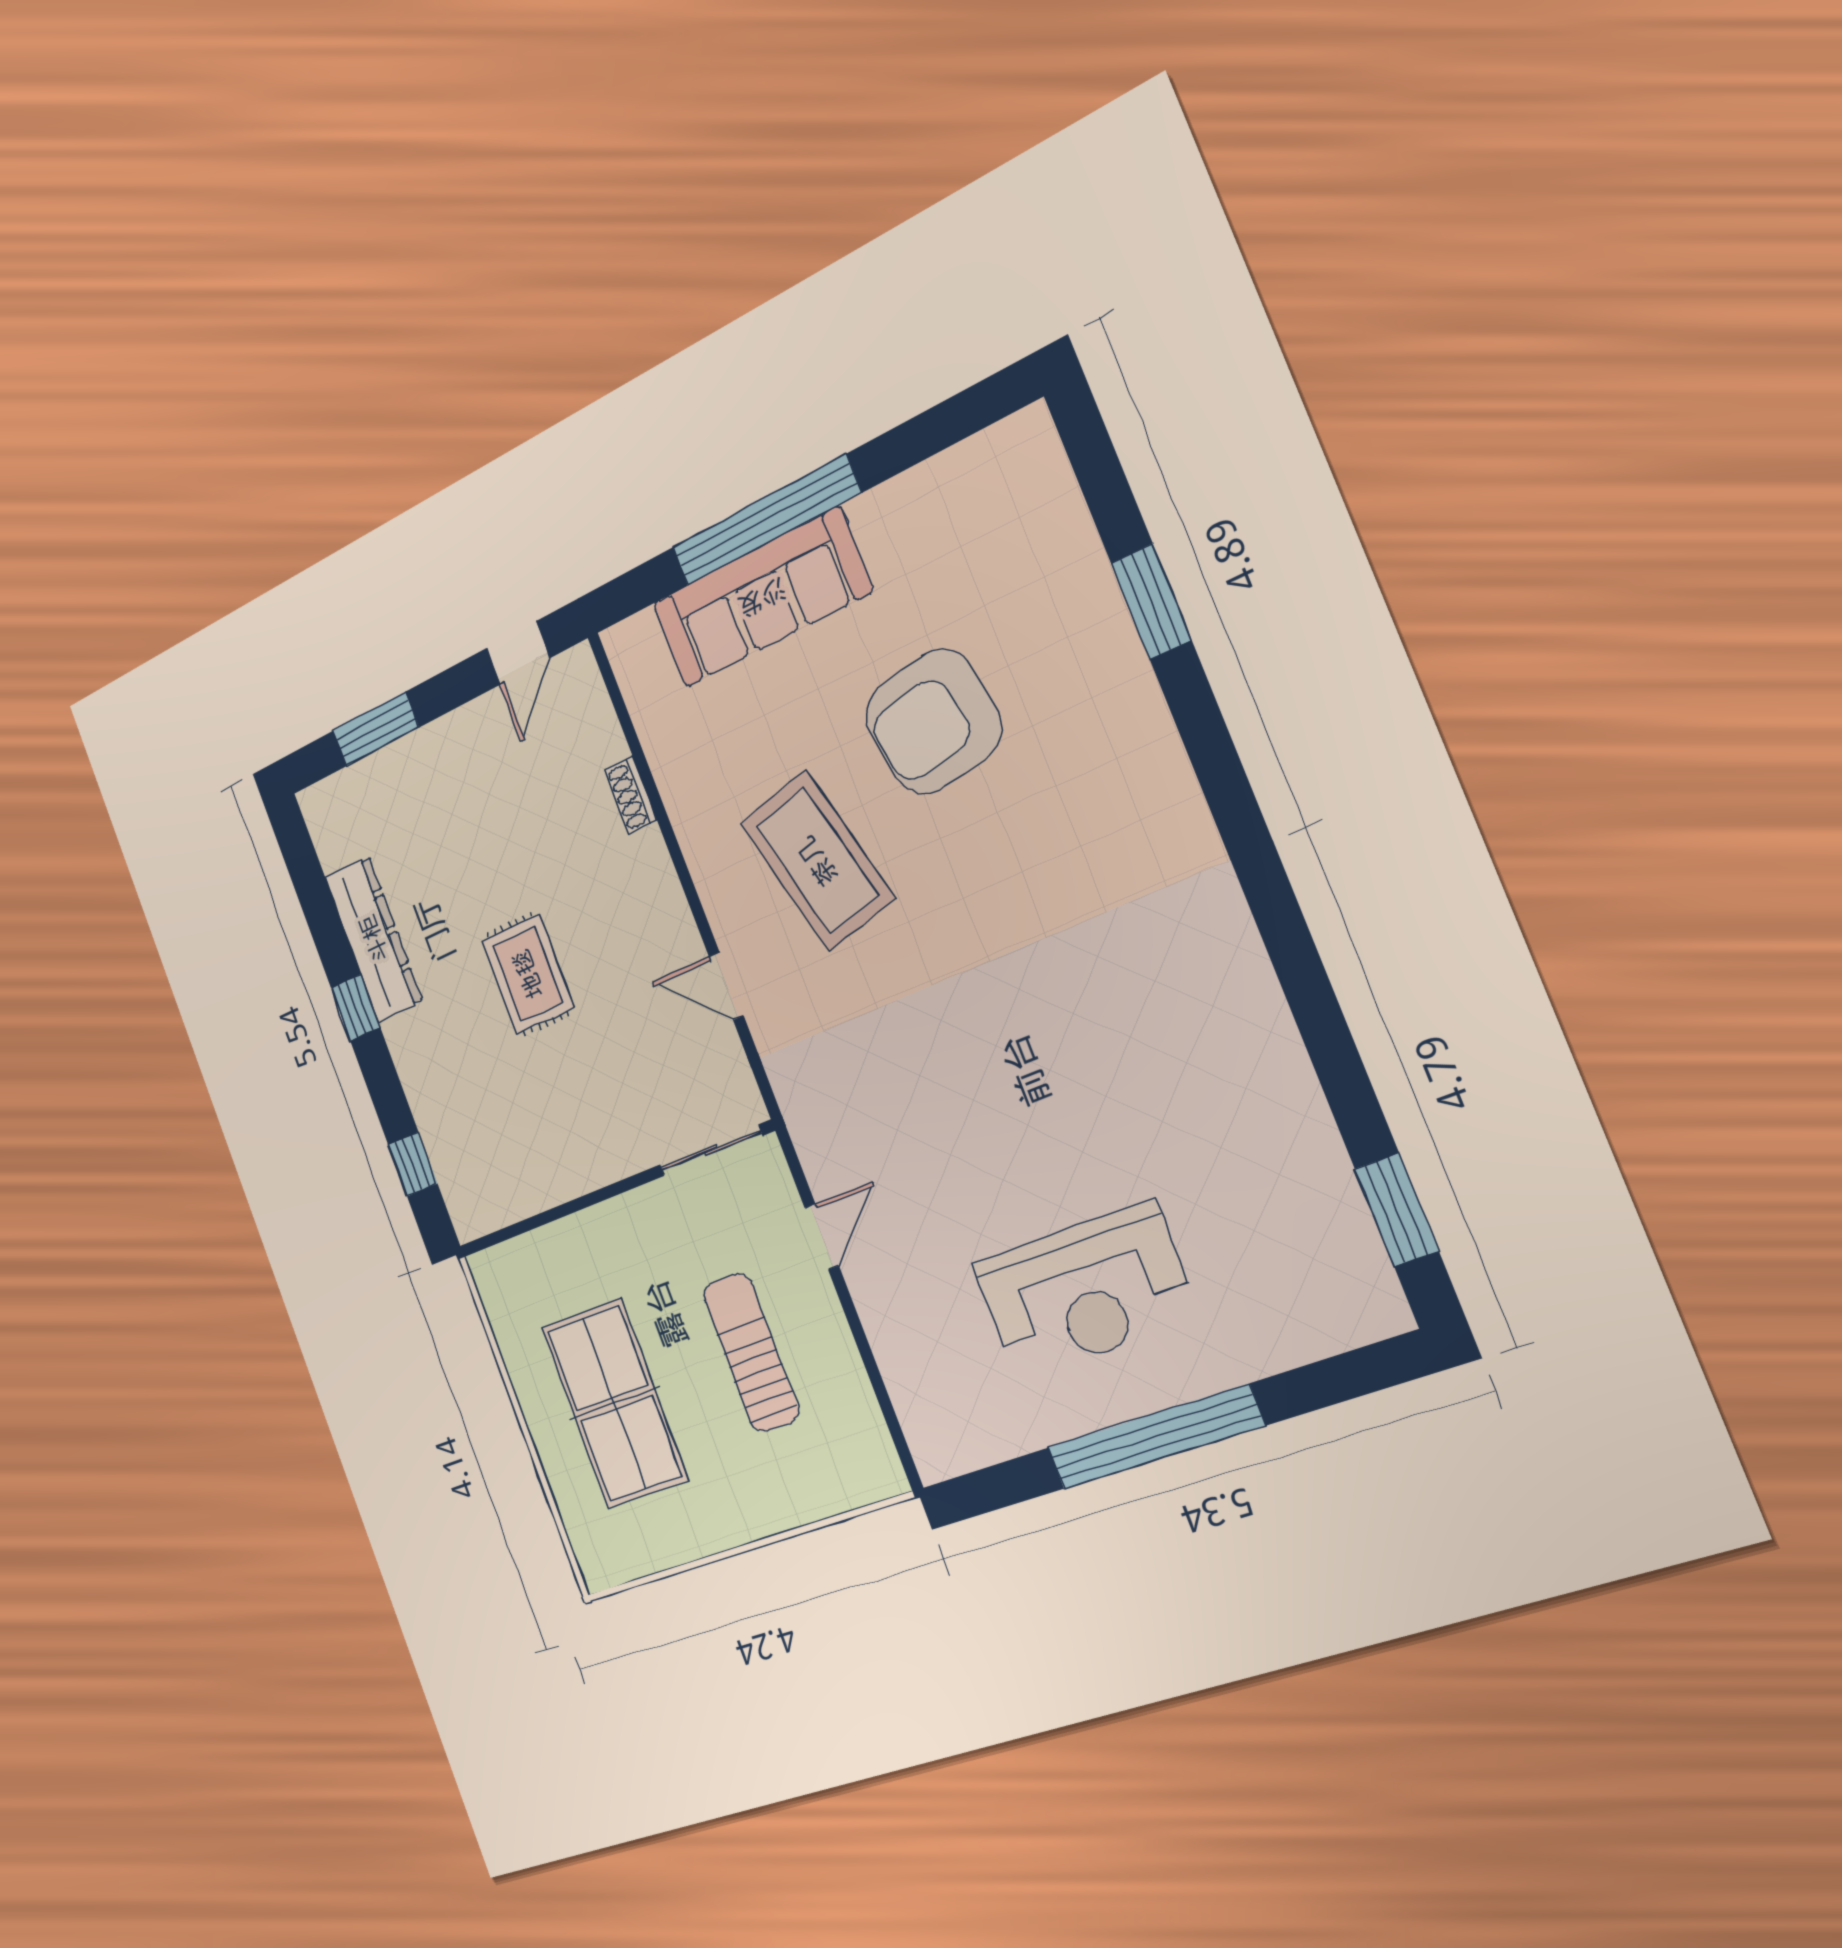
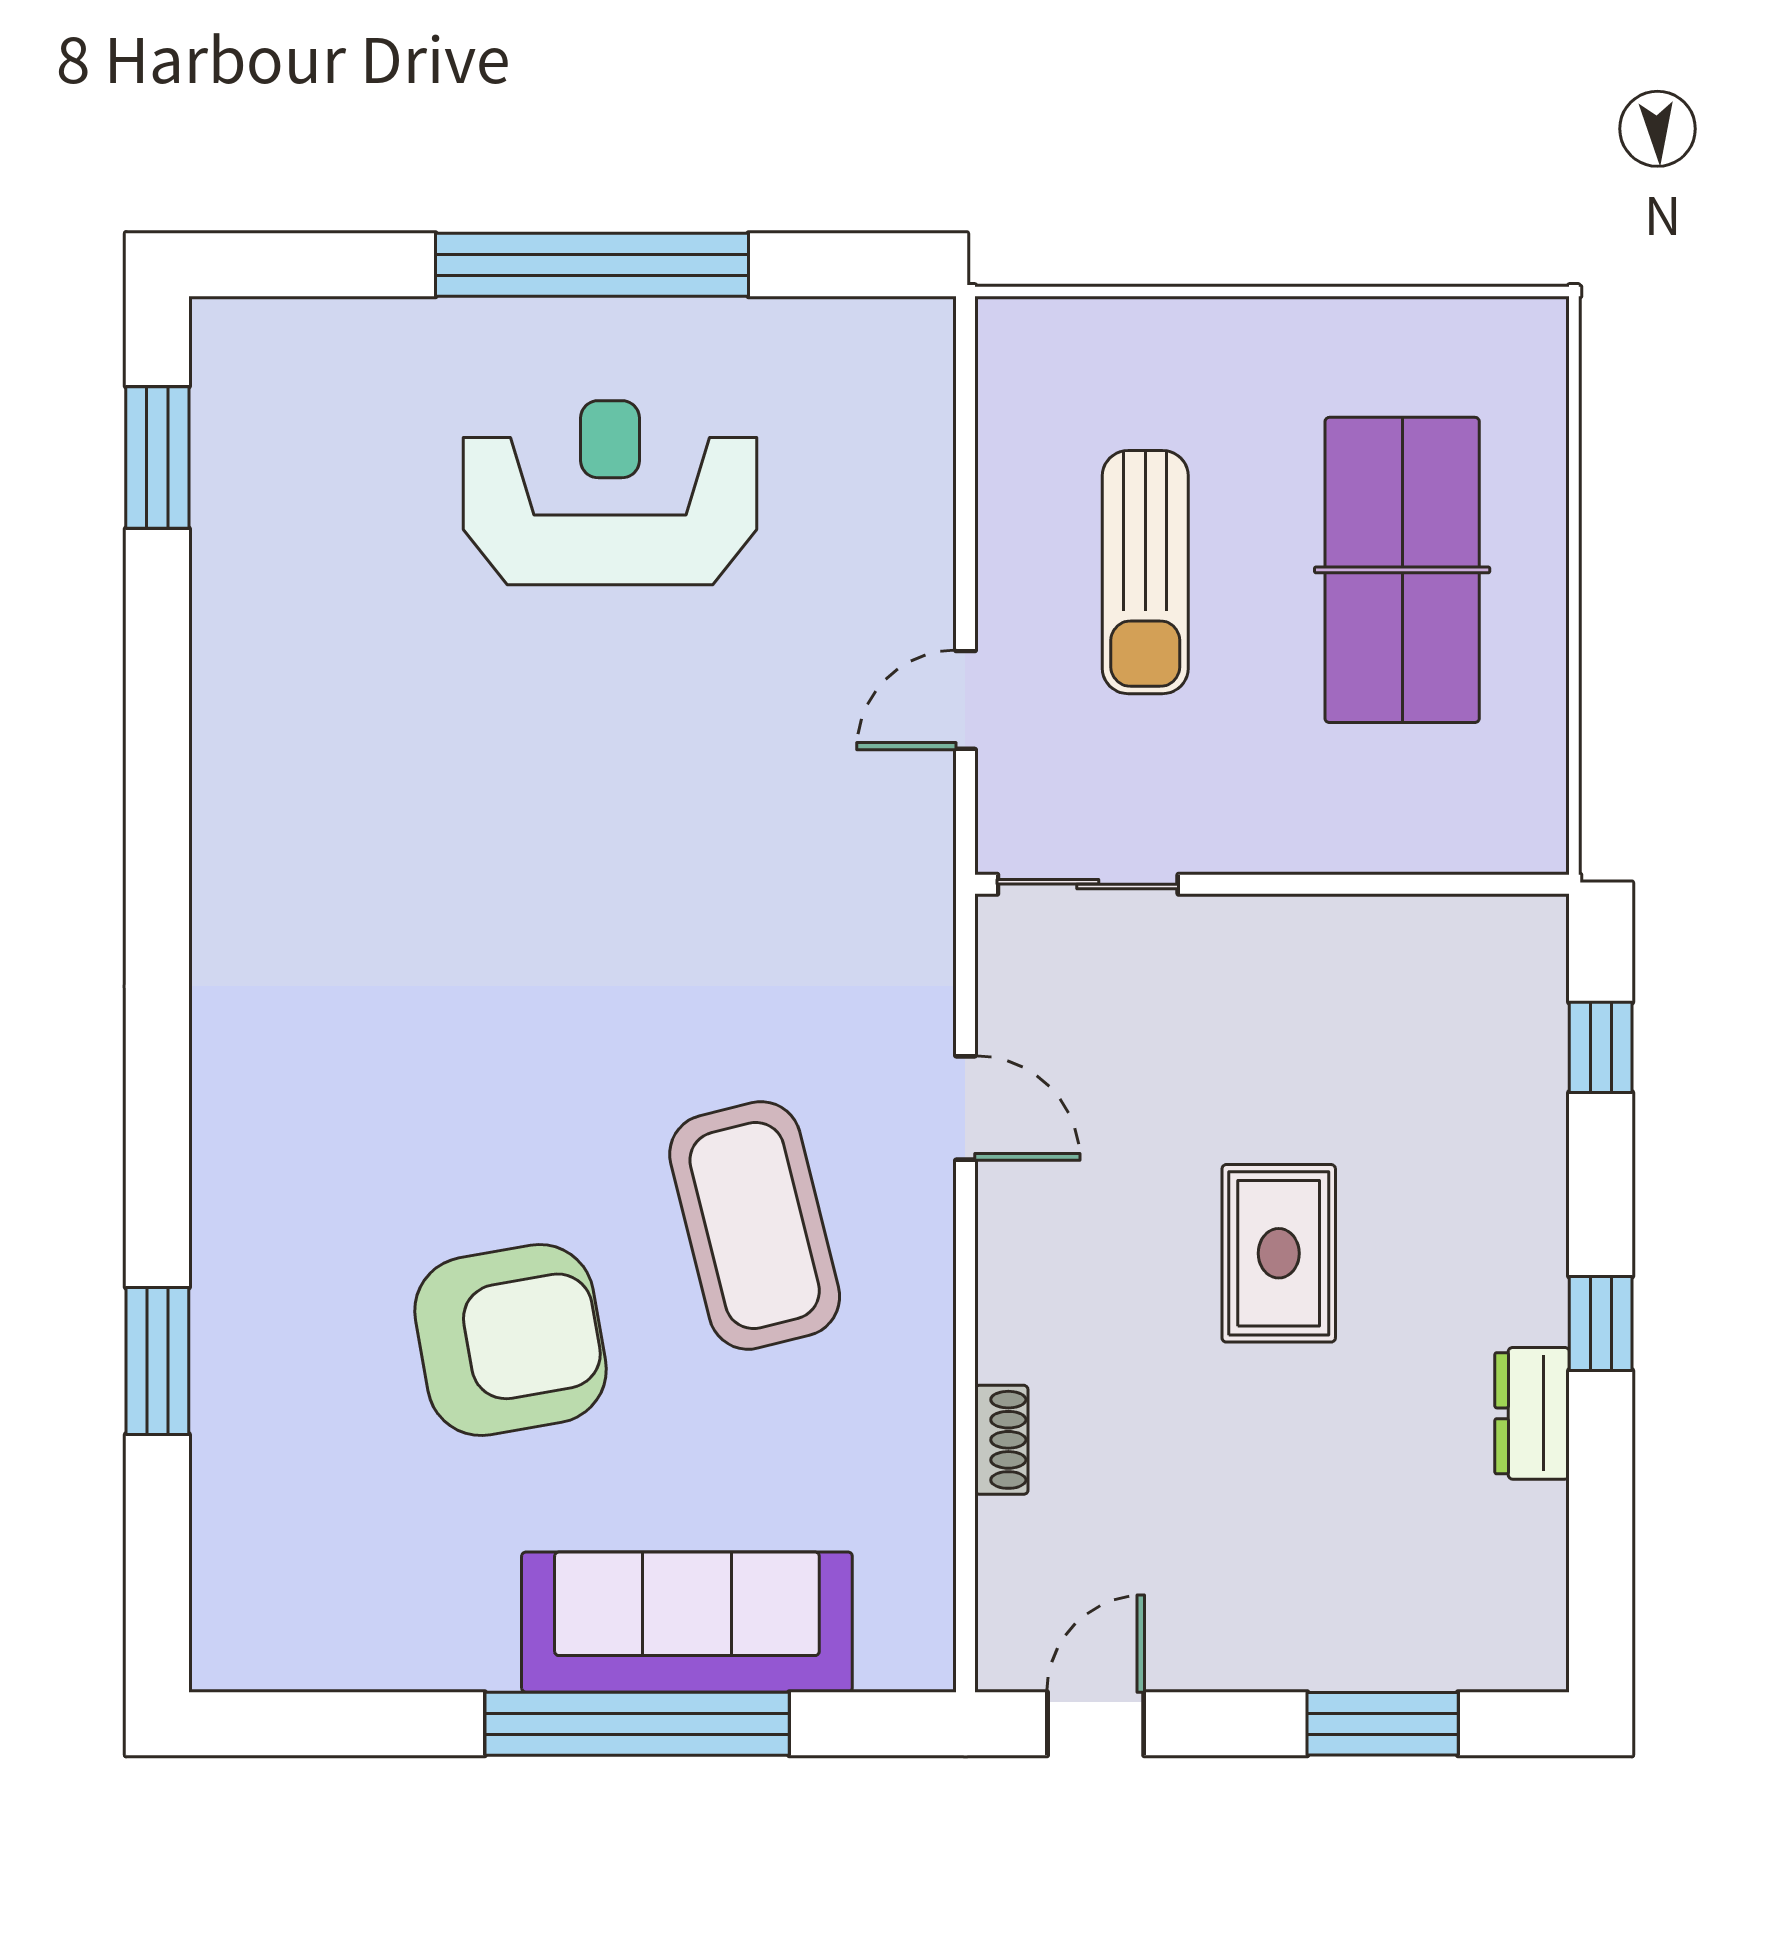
dresser: (374, 939) -> (1532, 1413), width x0.51, depth x0.80

